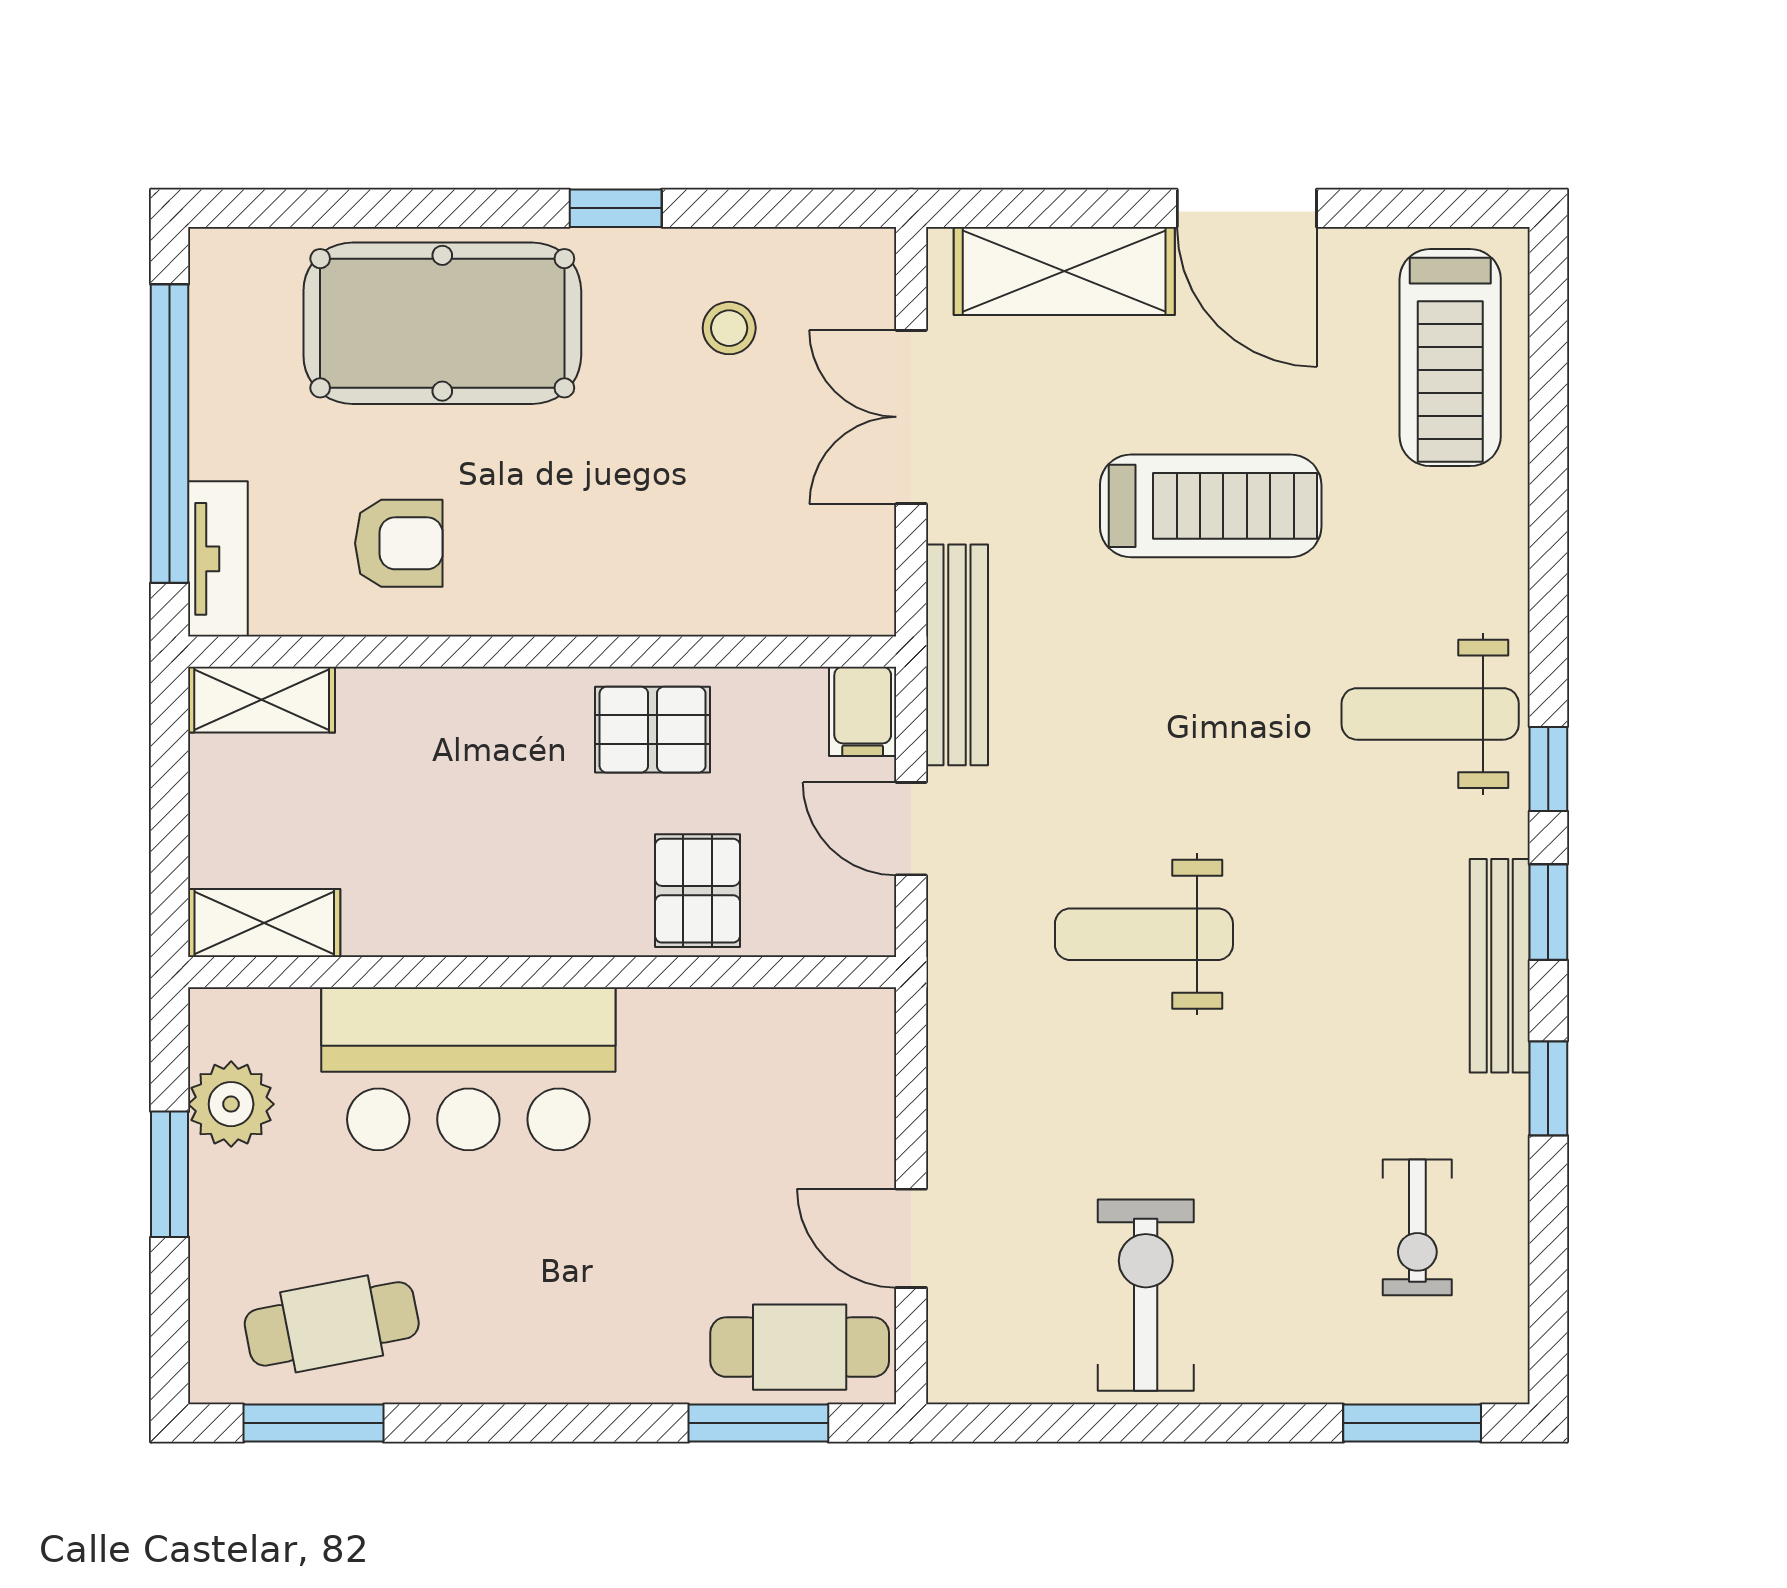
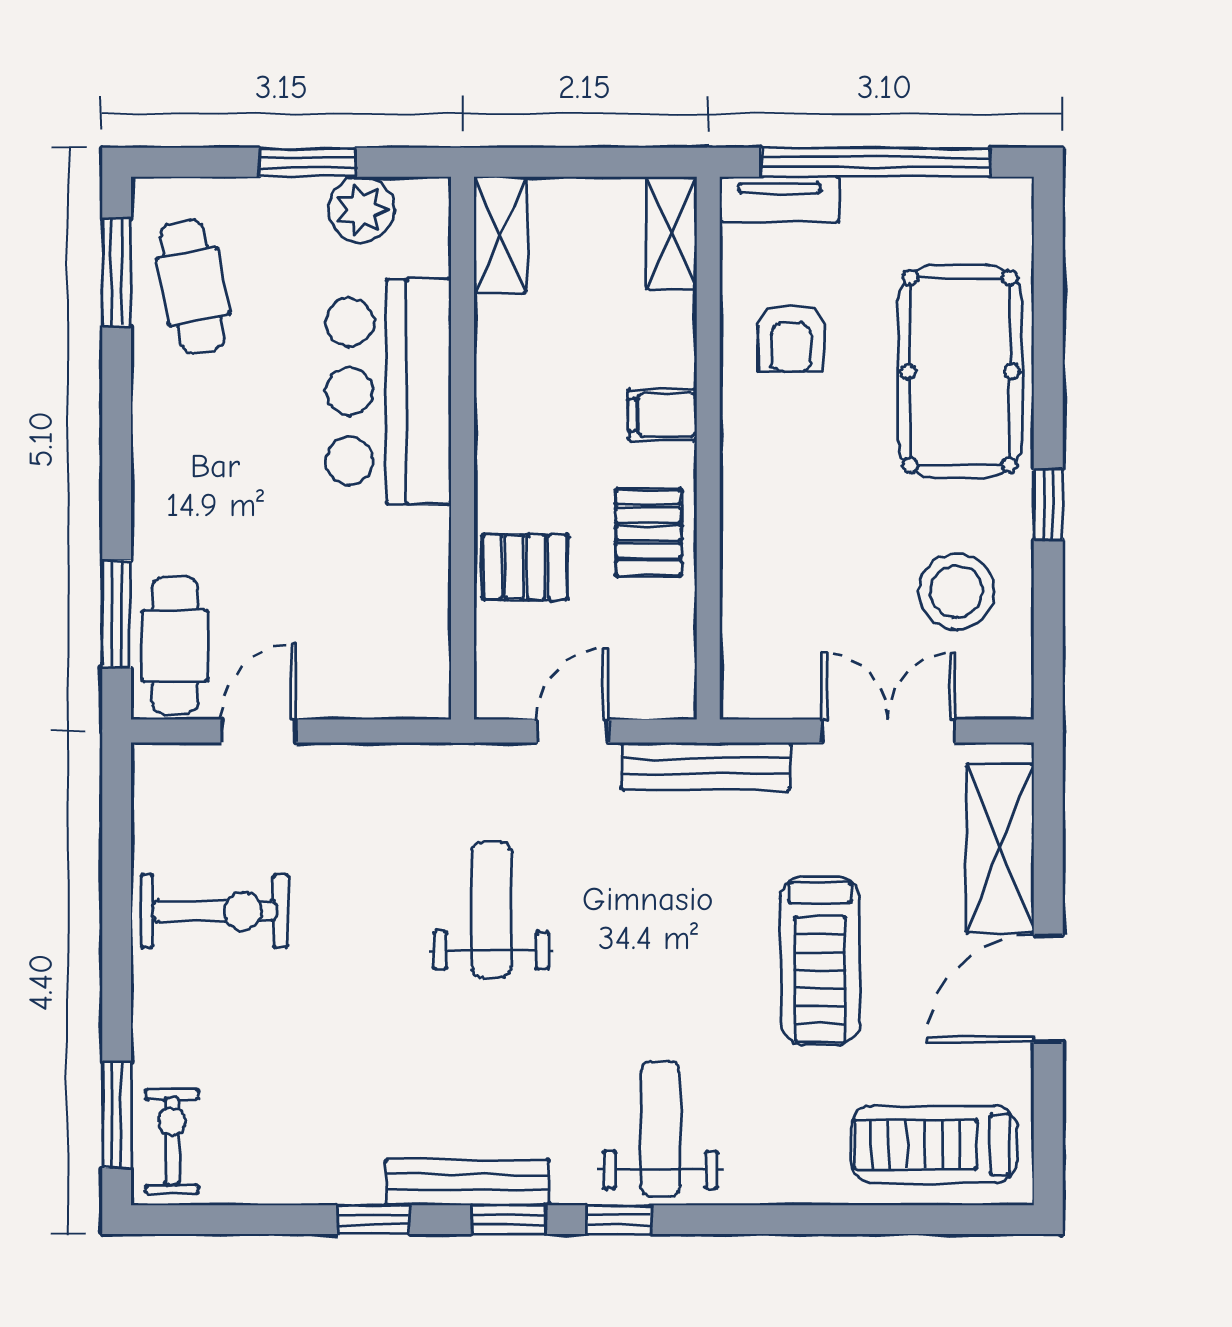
stool: (729, 328) -> (956, 591), width x1.89, depth x1.89
filing cabinet: (863, 711) -> (662, 415), moved
exercise bike: (1417, 1227) -> (172, 1141), moved, turned 90

